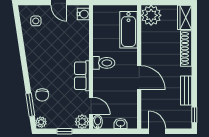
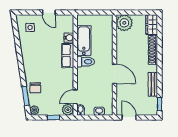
water cooler: (83, 14) -> (69, 38), moved
bathtub: (129, 30) -> (84, 40), moved, turned 180
row of seats: (82, 76) -> (68, 56), moved
door: (91, 106) -> (75, 97), swing flipped

